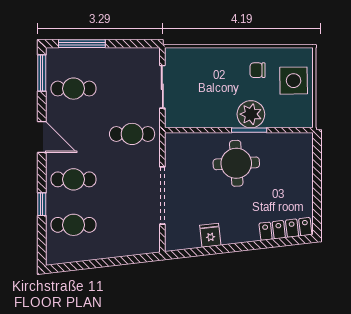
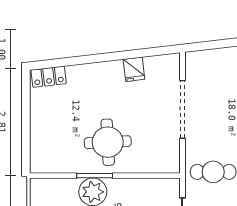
locker: (285, 229) -> (49, 77), width x0.66

